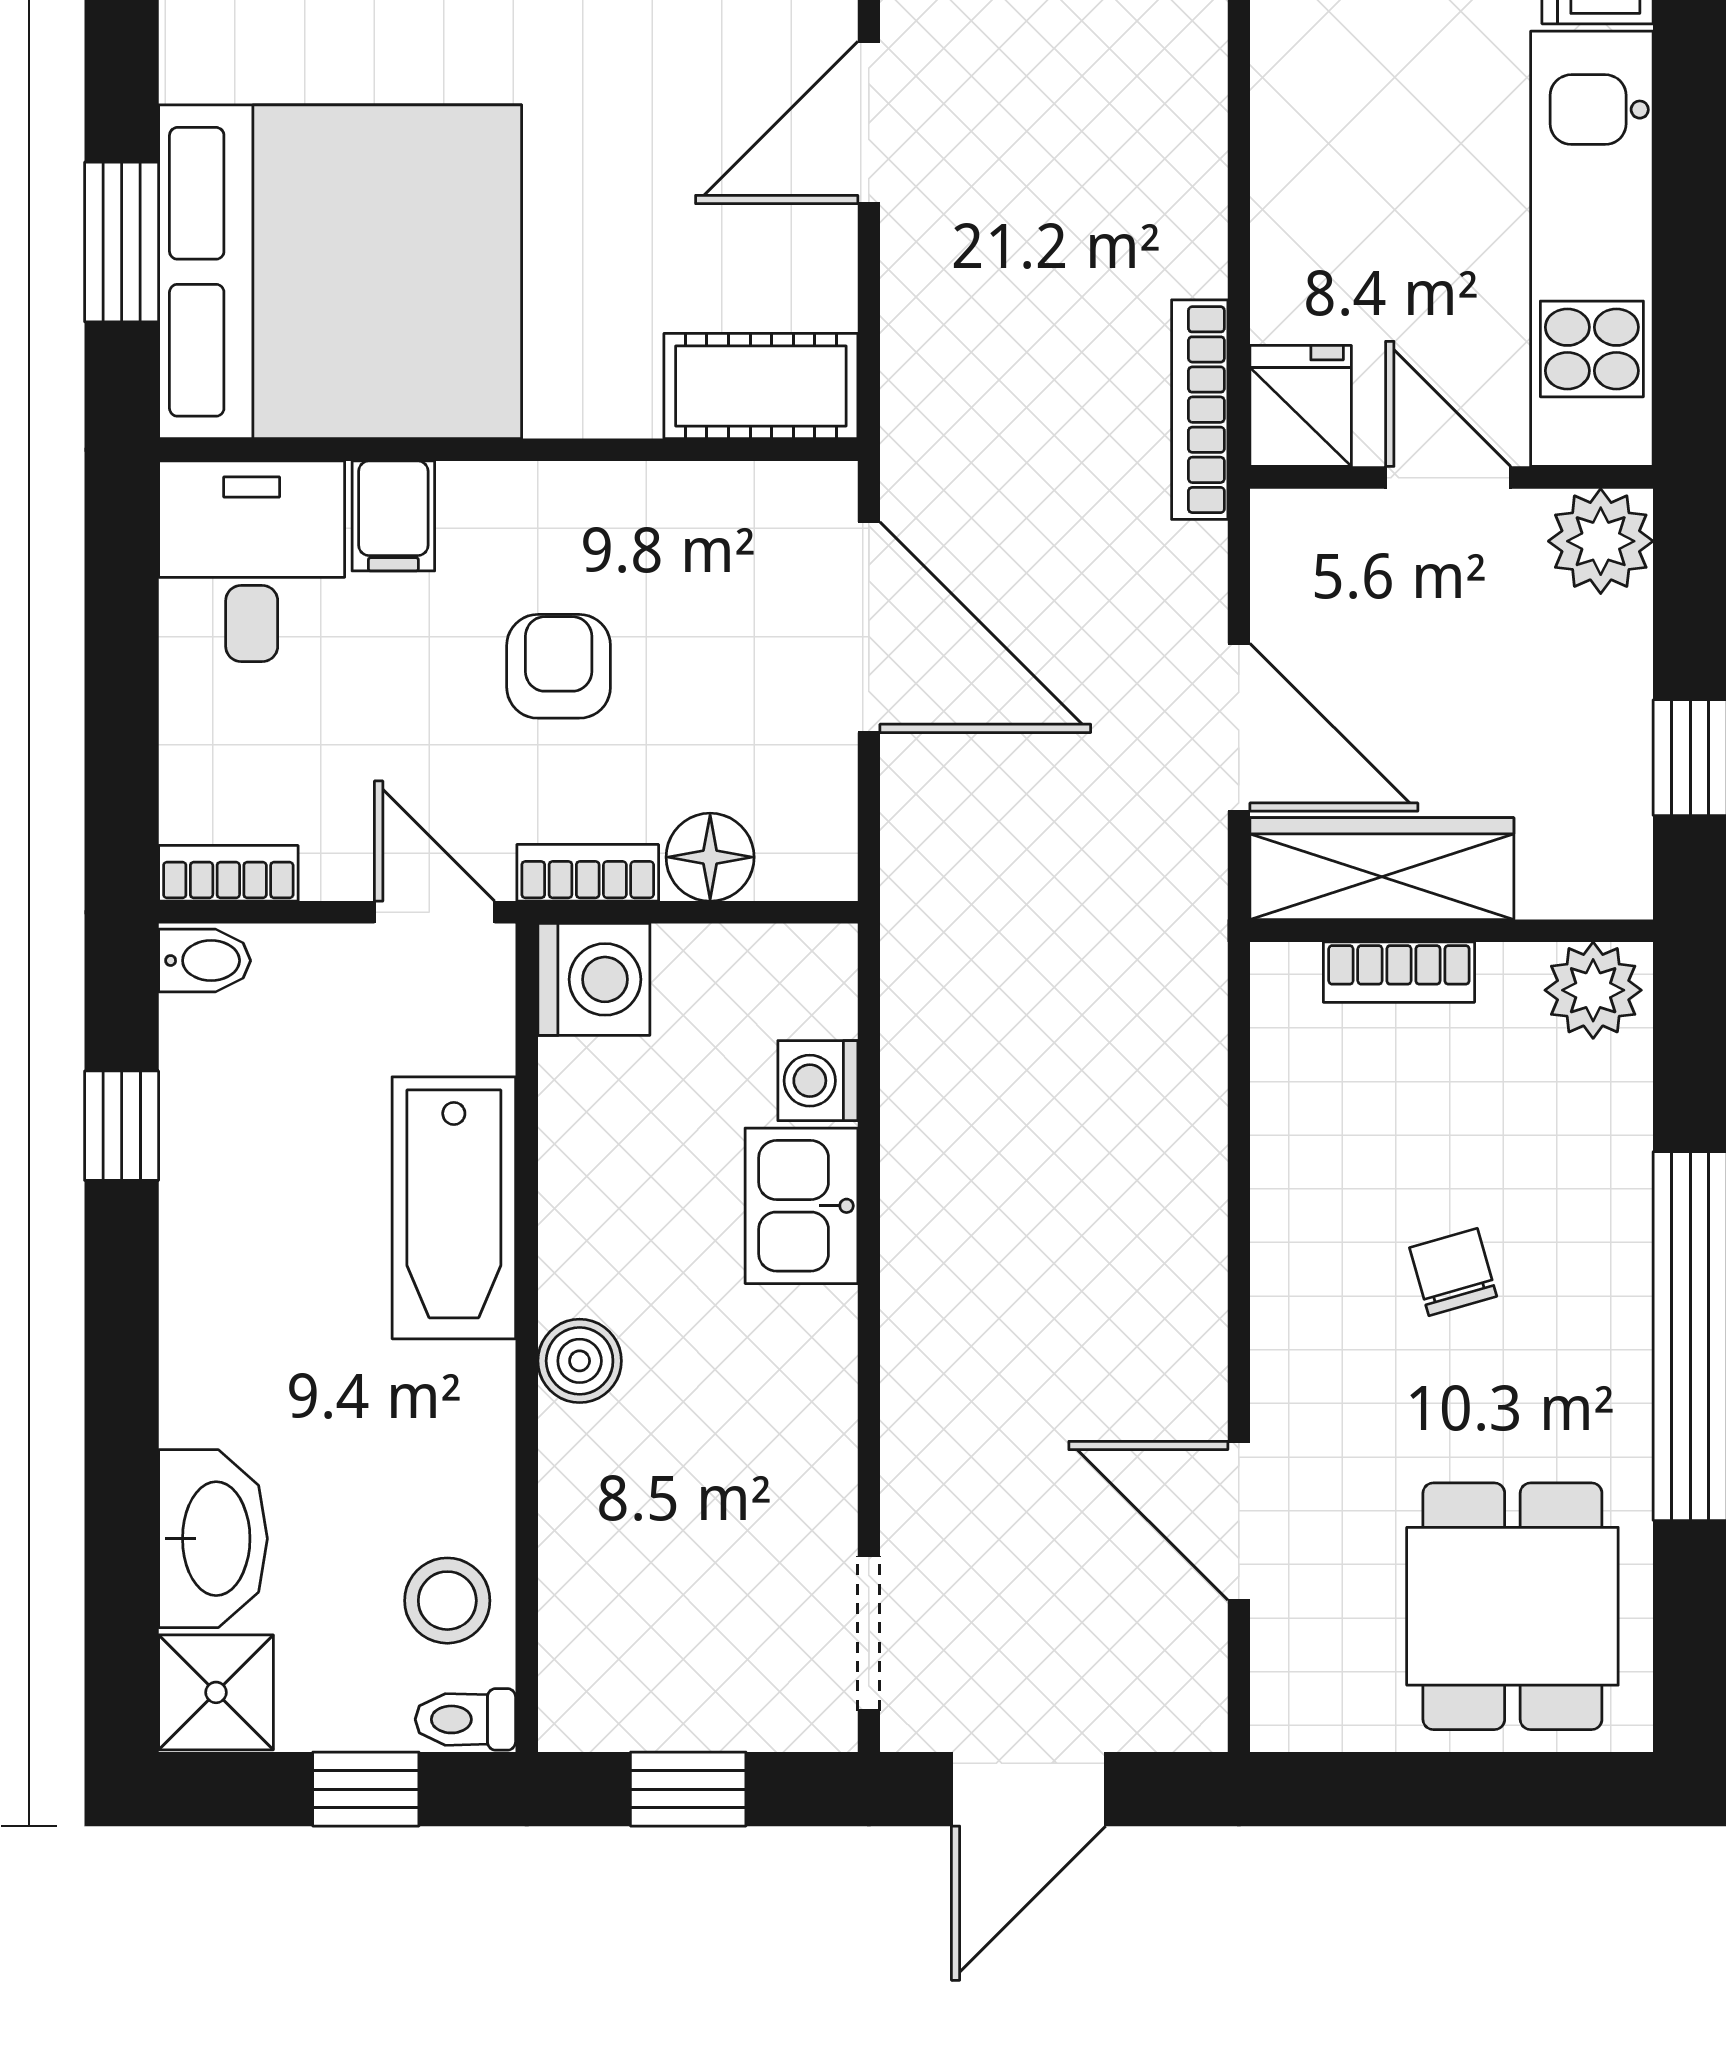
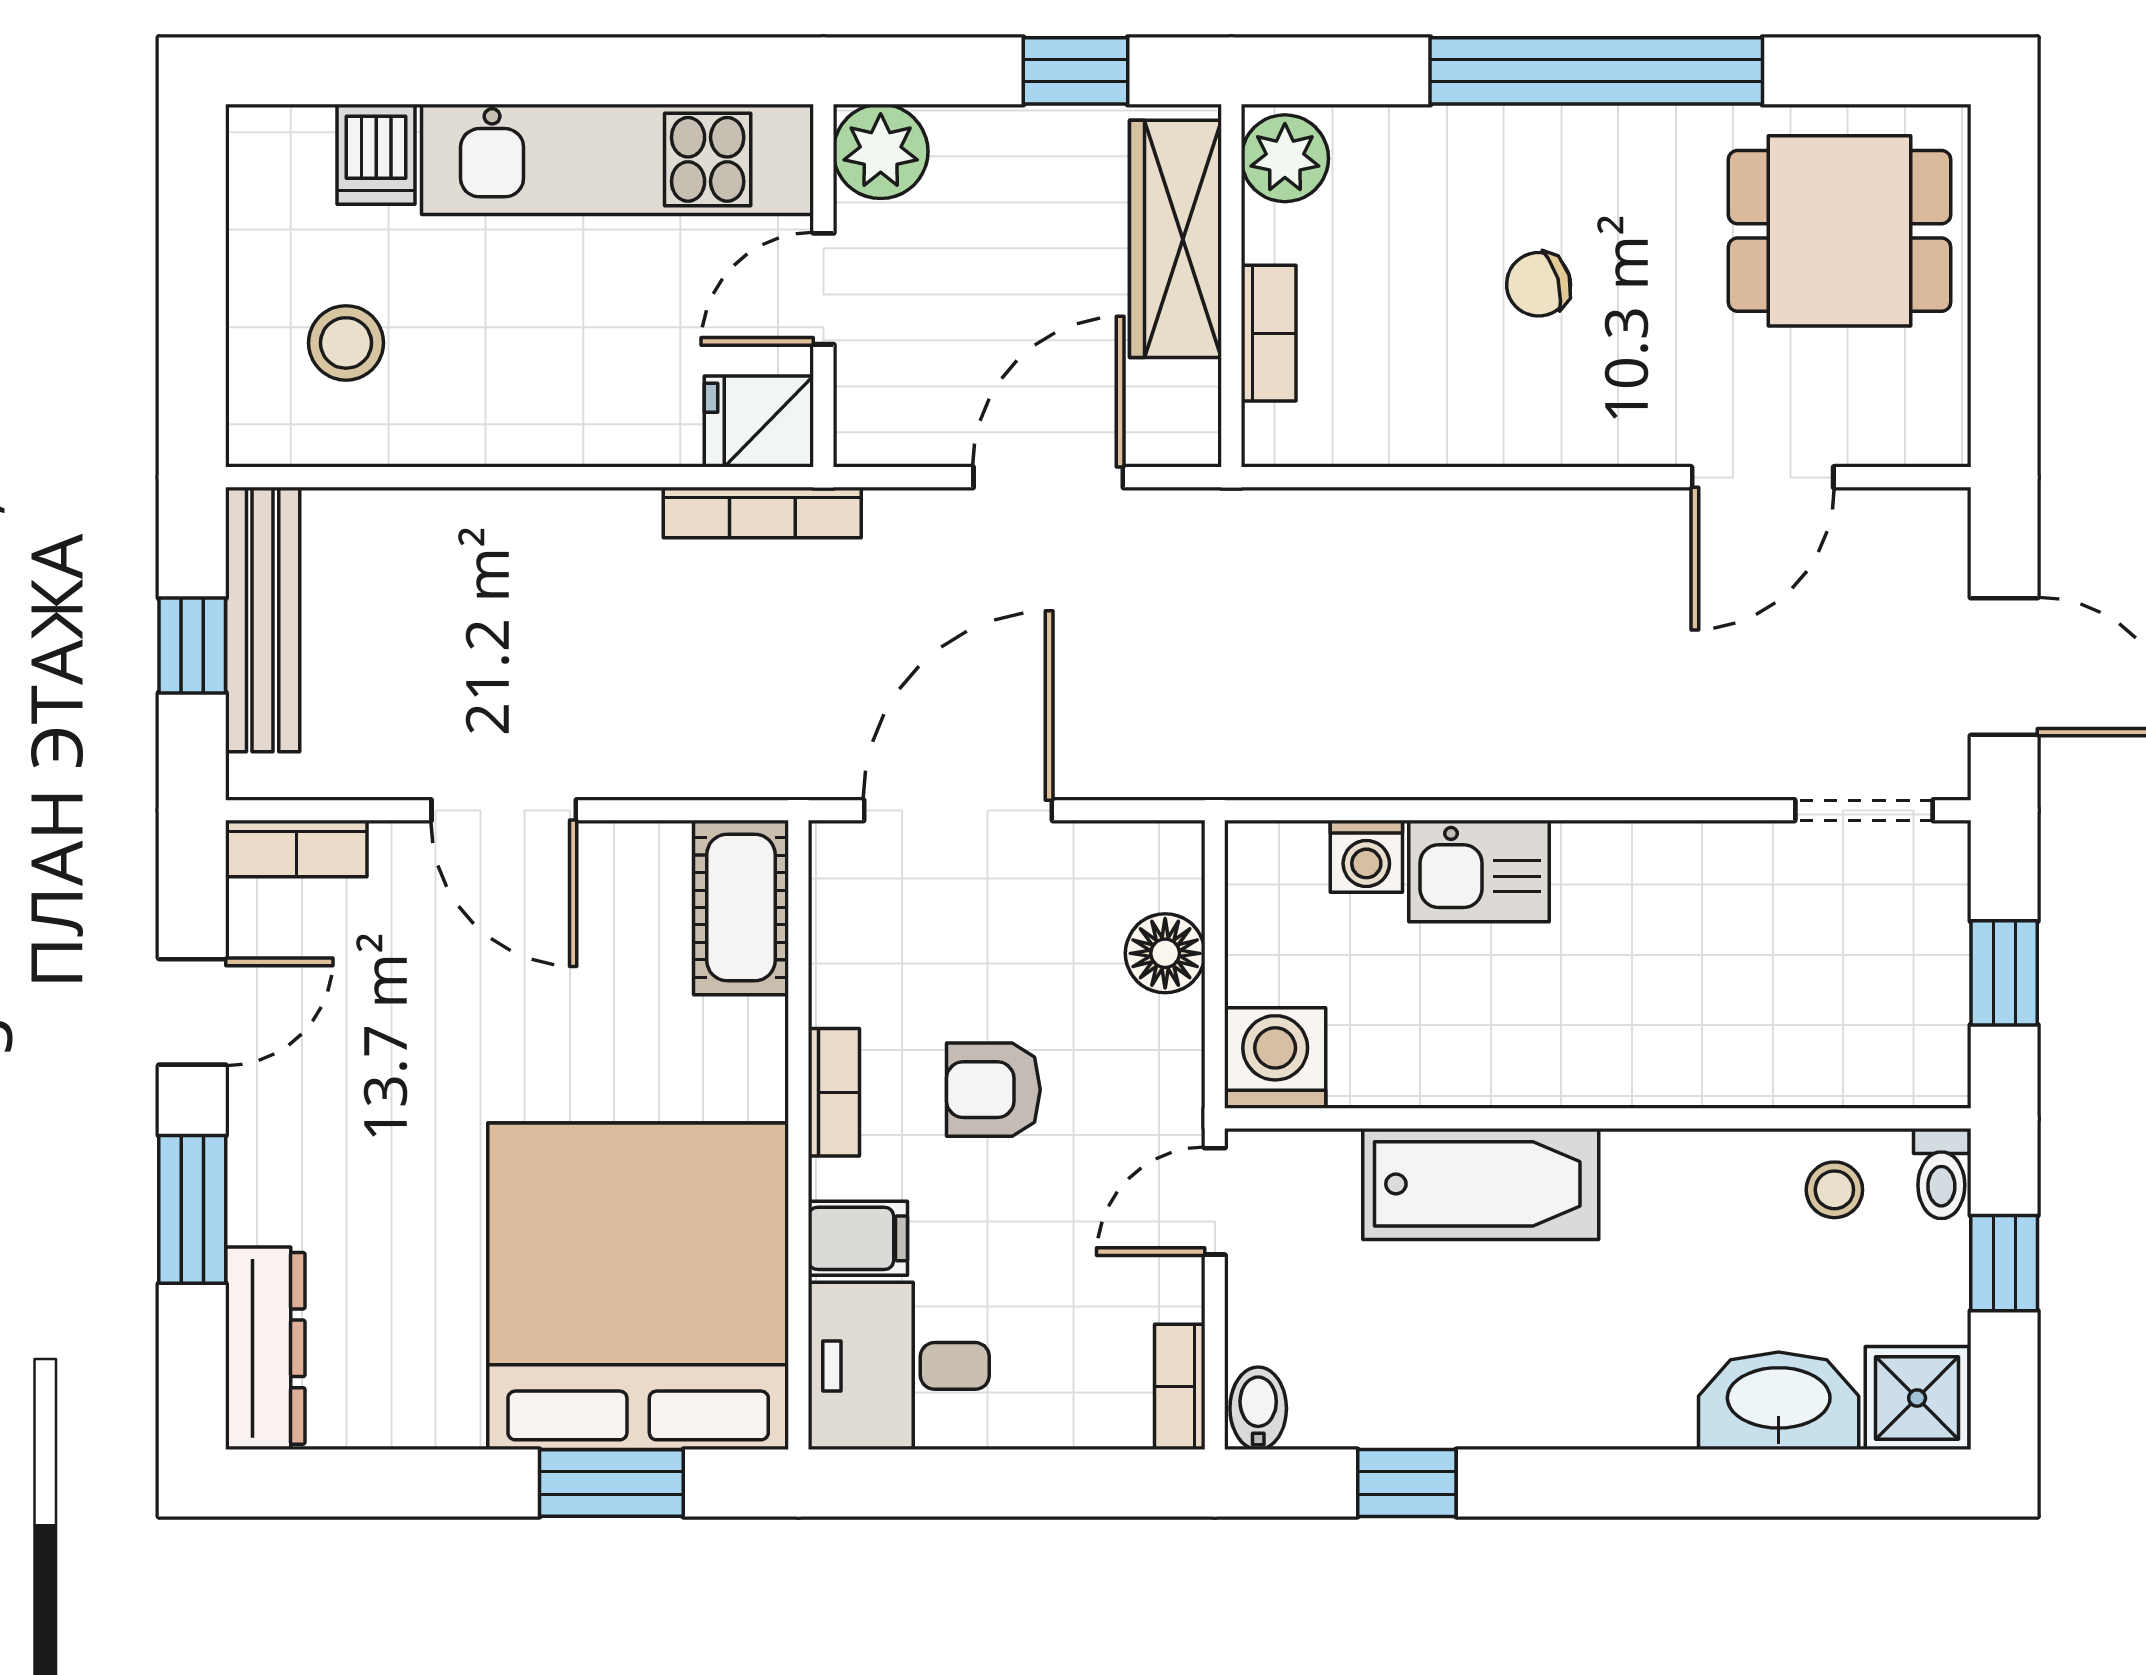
wardrobe: (1382, 869) -> (1175, 239), moved
bookcase: (588, 873) -> (834, 1092), moved, turned 180
boiler: (580, 1361) -> (1619, 1071), removed
stool: (447, 1601) -> (1834, 1190), width x0.73, depth x0.73

